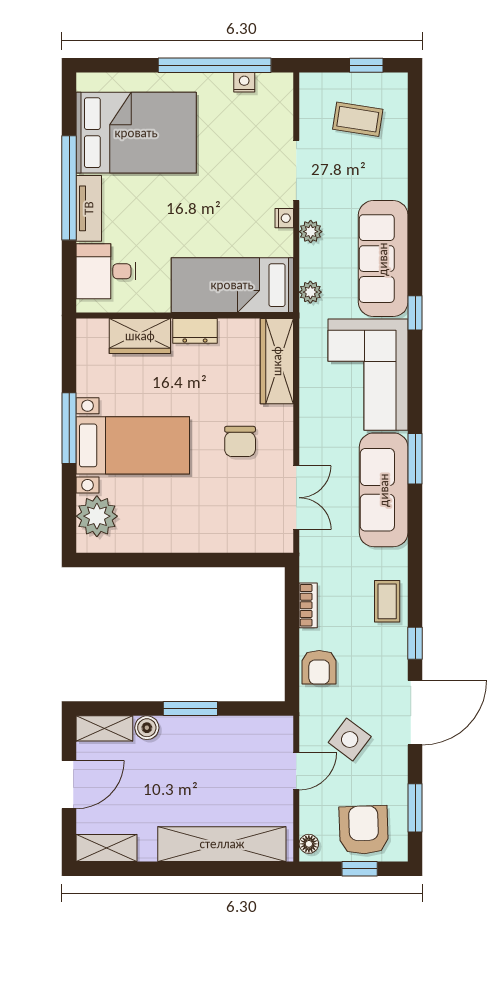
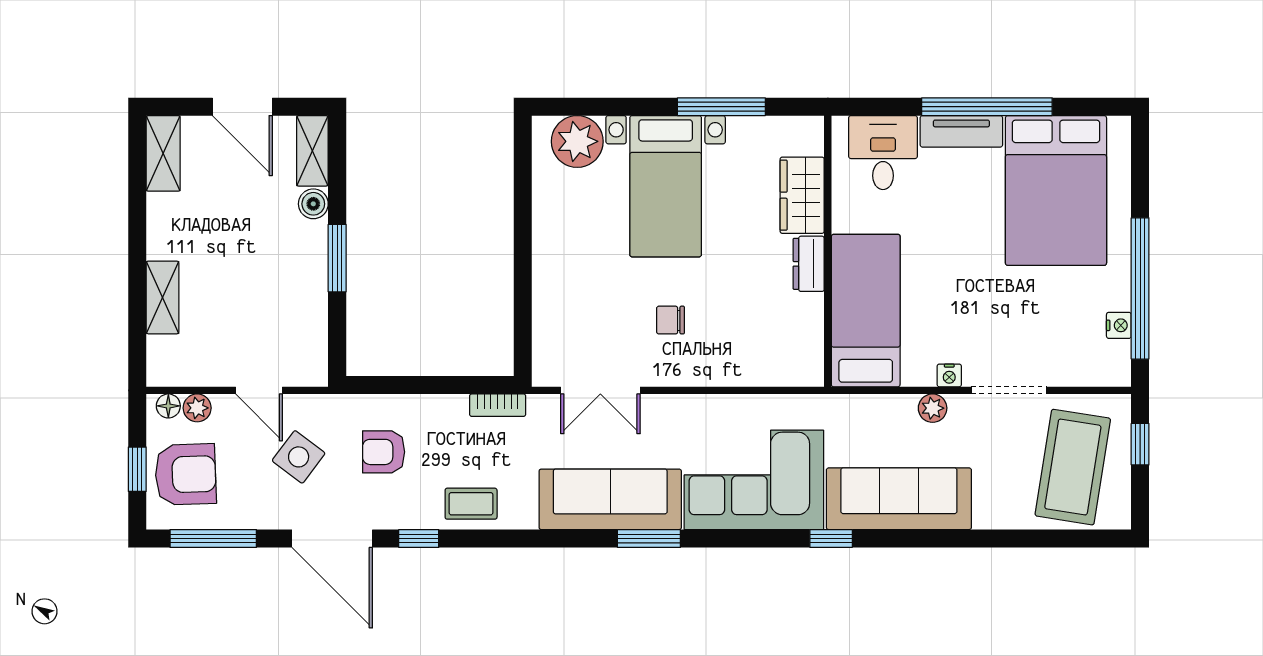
window: (366, 65) -> (1140, 444), moved
coffee table: (358, 119) -> (1073, 467), width x1.86, depth x1.72
plant: (310, 292) -> (197, 408), moved
wardrobe: (277, 361) -> (771, 366), removed
window: (69, 428) -> (721, 107), moved
chair: (240, 441) -> (671, 320), width x0.73, depth x0.73
bookcase: (308, 605) -> (498, 405), moved
armchair: (319, 667) -> (384, 452), moved
window: (415, 808) -> (213, 538), width x1.44
shelving: (222, 844) -> (163, 297), width x0.45, depth x0.75

